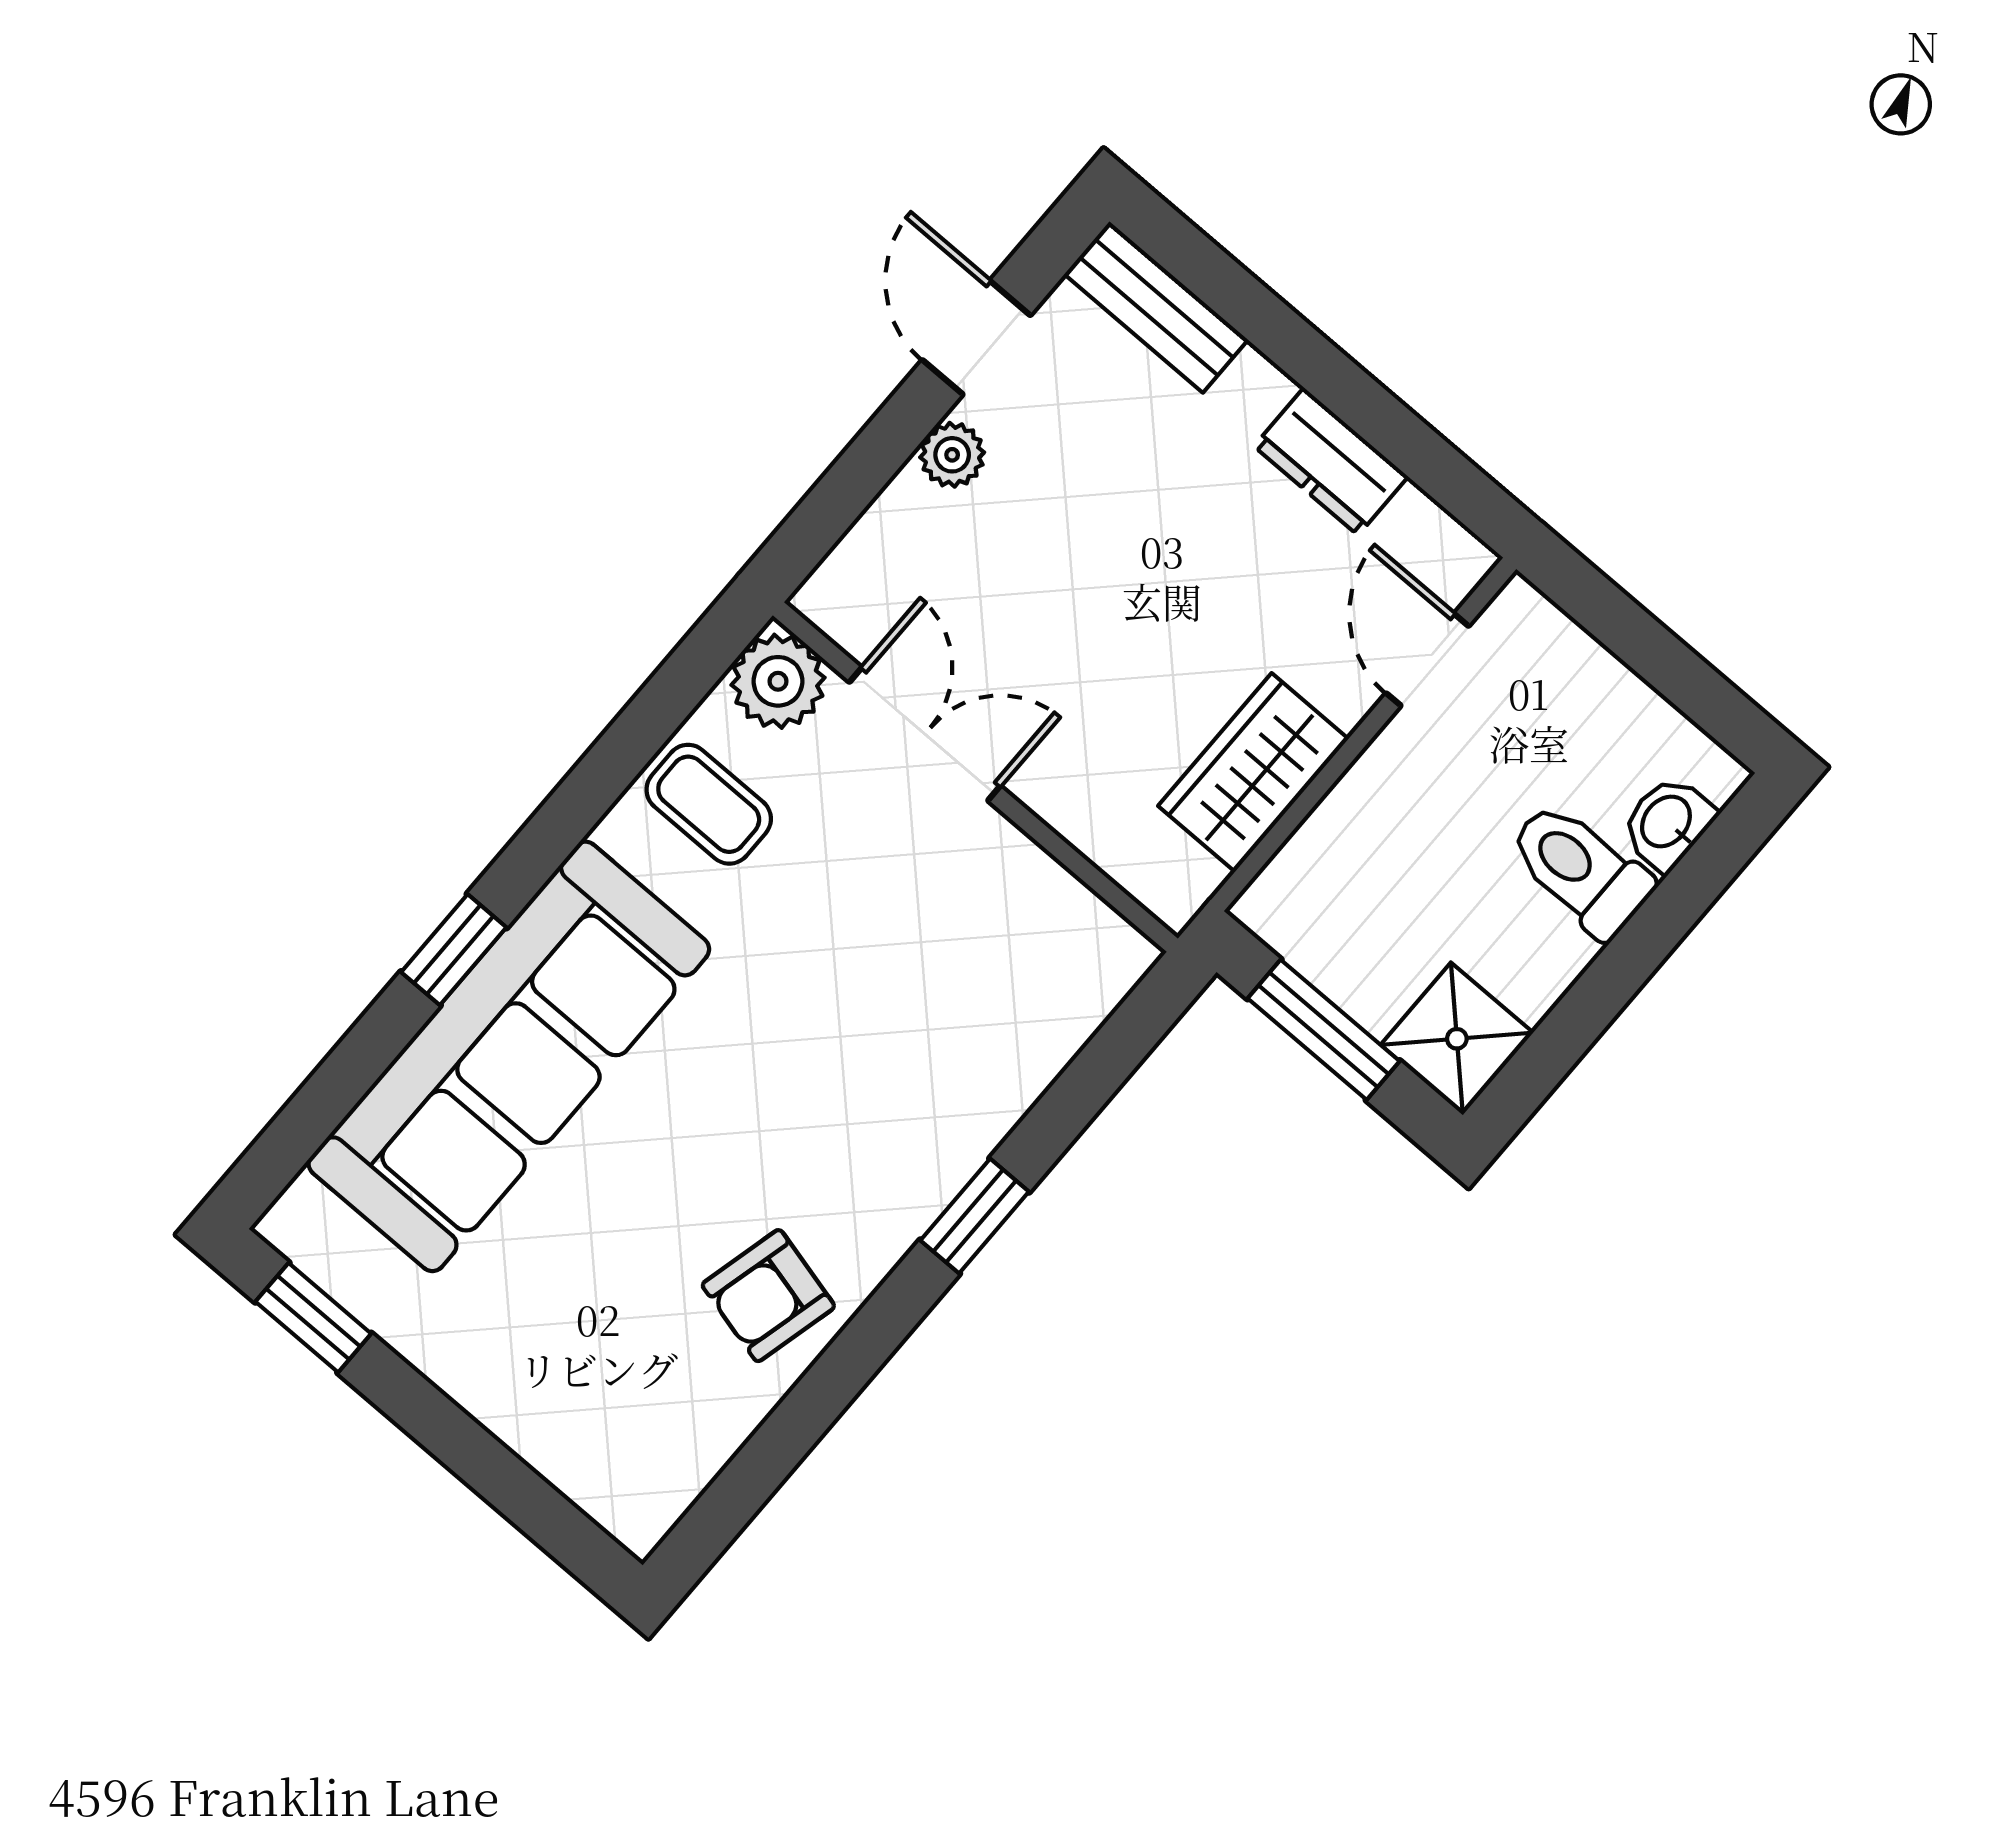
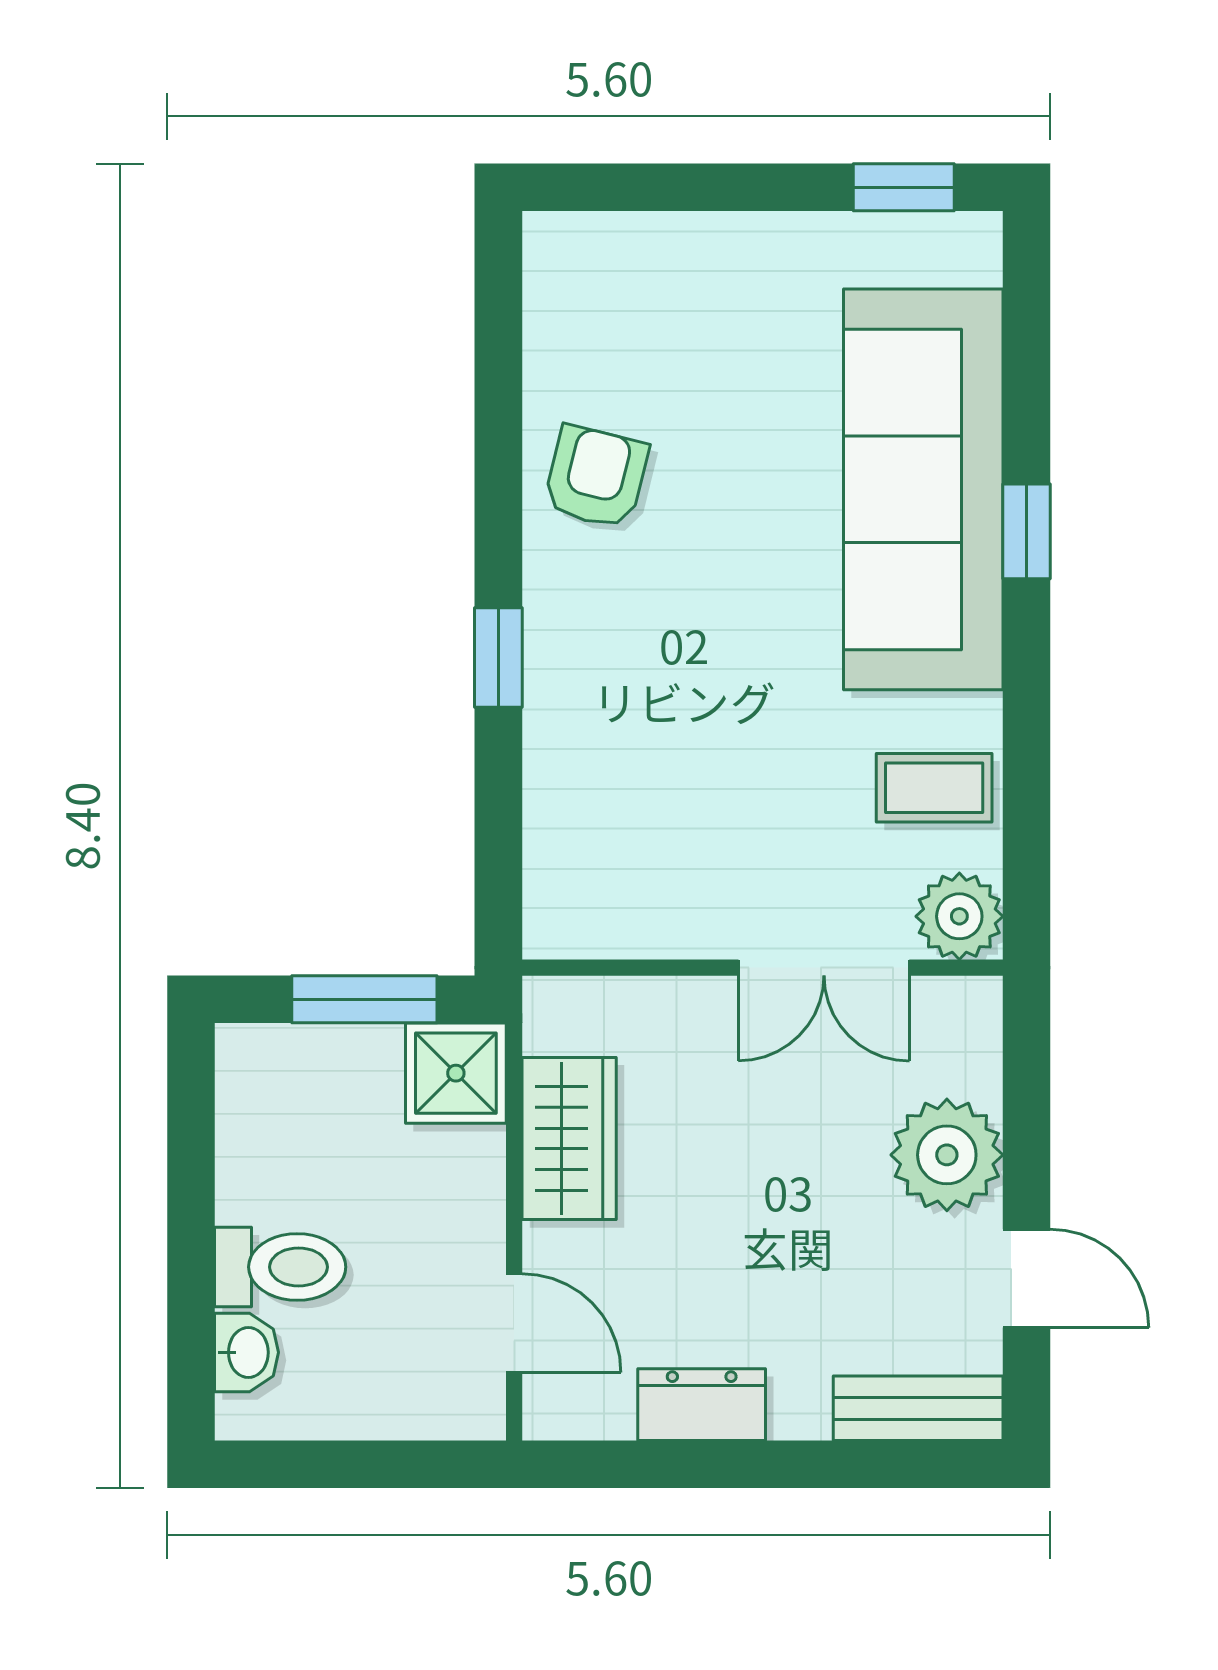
plant: (952, 455) -> (947, 1155), width x1.87, depth x1.87
shower: (1457, 1039) -> (456, 1073), moved

